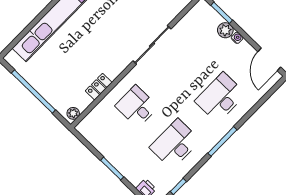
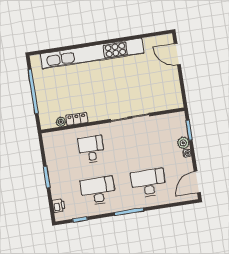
plant: (73, 113) -> (61, 122), moved

